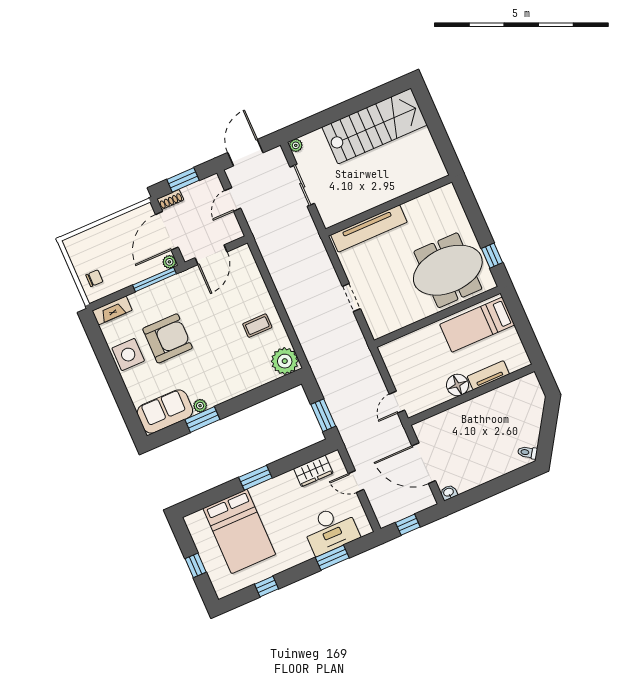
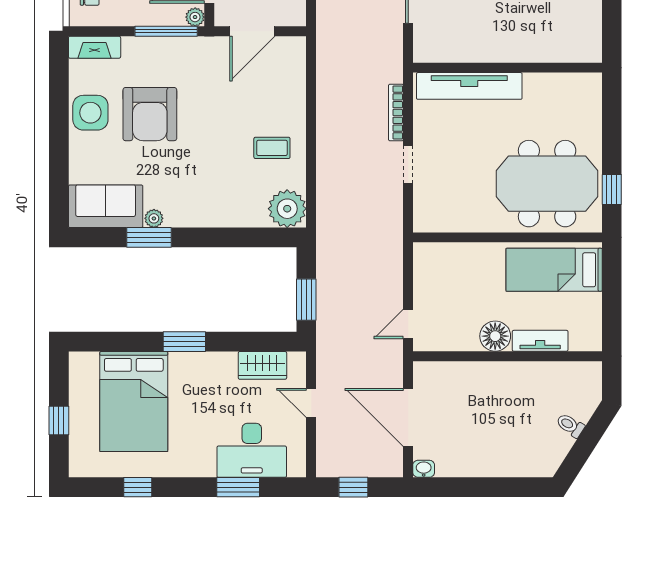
bookcase: (328, 267) -> (396, 112), added
armchair: (168, 338) -> (150, 114), turned 90
toilet: (528, 452) -> (570, 425), moved

